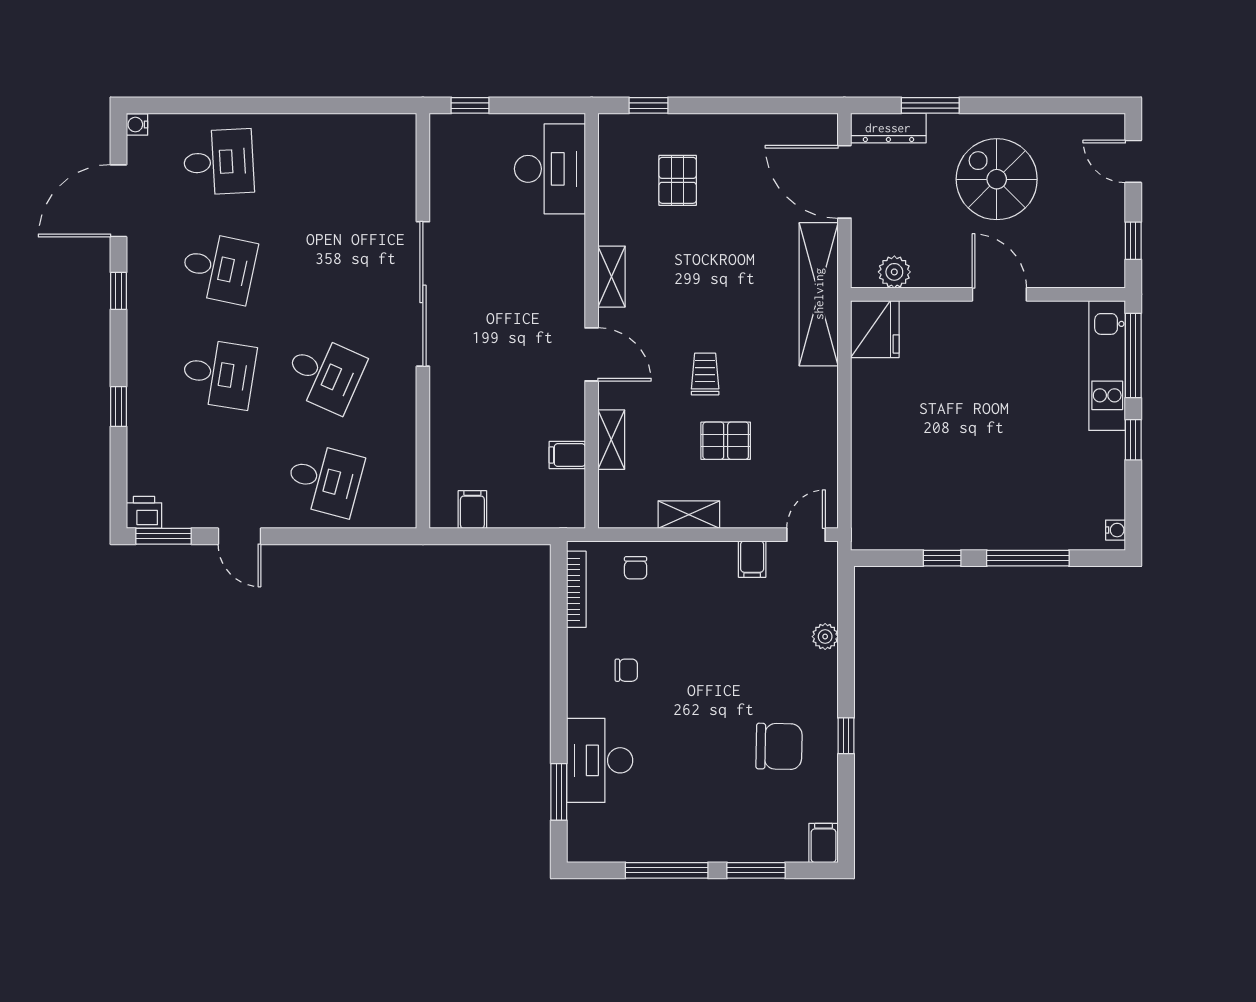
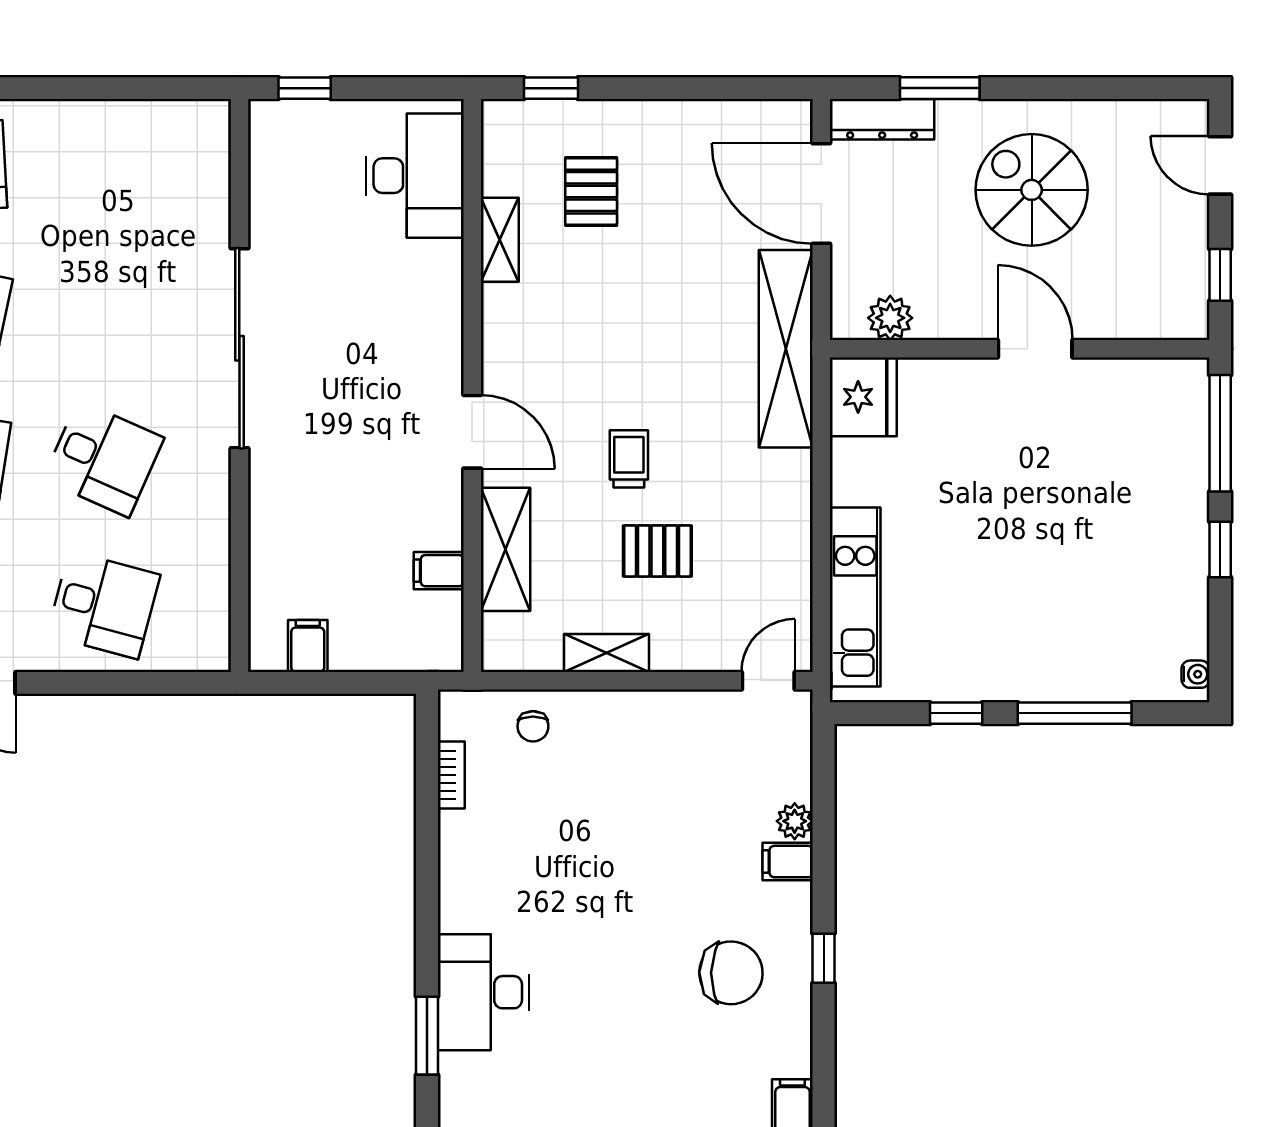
shelving: (612, 277) -> (500, 240), moved
kitchen unit: (1107, 365) -> (855, 597), moved, turned 180
shelving: (611, 440) -> (506, 549), width x1.50, depth x1.33
filing cabinet: (752, 559) -> (788, 862), moved, turned 90
bookcase: (576, 589) -> (451, 775), width x0.64
chair: (626, 670) -> (520, 868), removed

